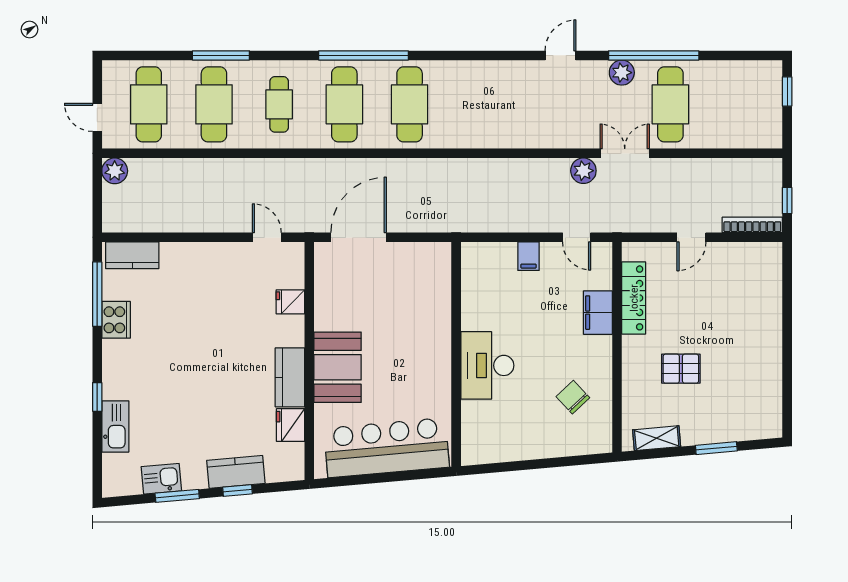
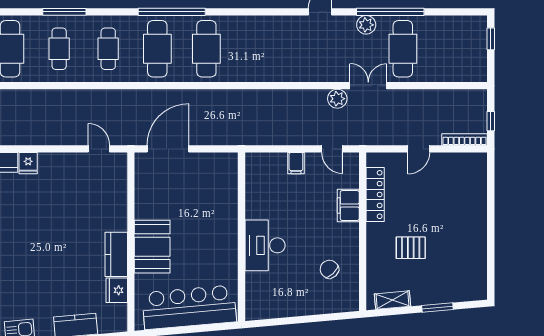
cafe table: (214, 104) -> (59, 49), width x0.73, depth x0.74
fridge: (290, 302) -> (28, 163), moved, turned -90

